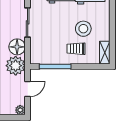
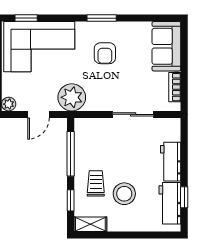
floor lamp: (17, 47) -> (98, 99), removed
window: (88, 66) -> (71, 200), added
door: (28, 89) -> (39, 114), hinge flipped

